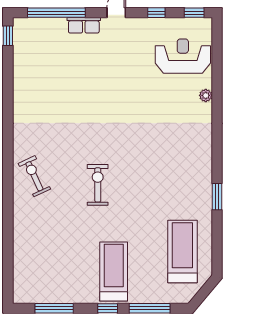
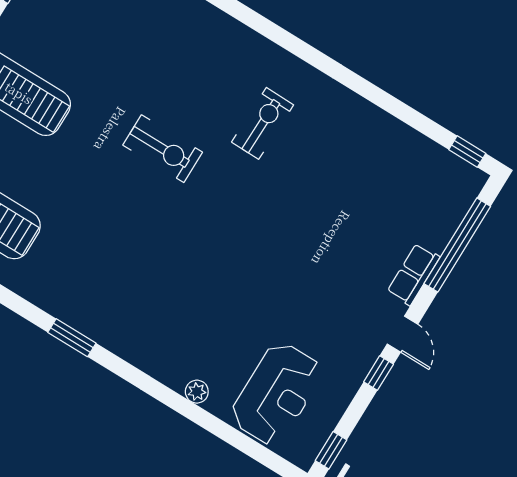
window: (156, 13) -> (379, 373), moved
exercise bike: (34, 176) -> (263, 123), moved, turned -64
window: (217, 197) -> (72, 338), moved

